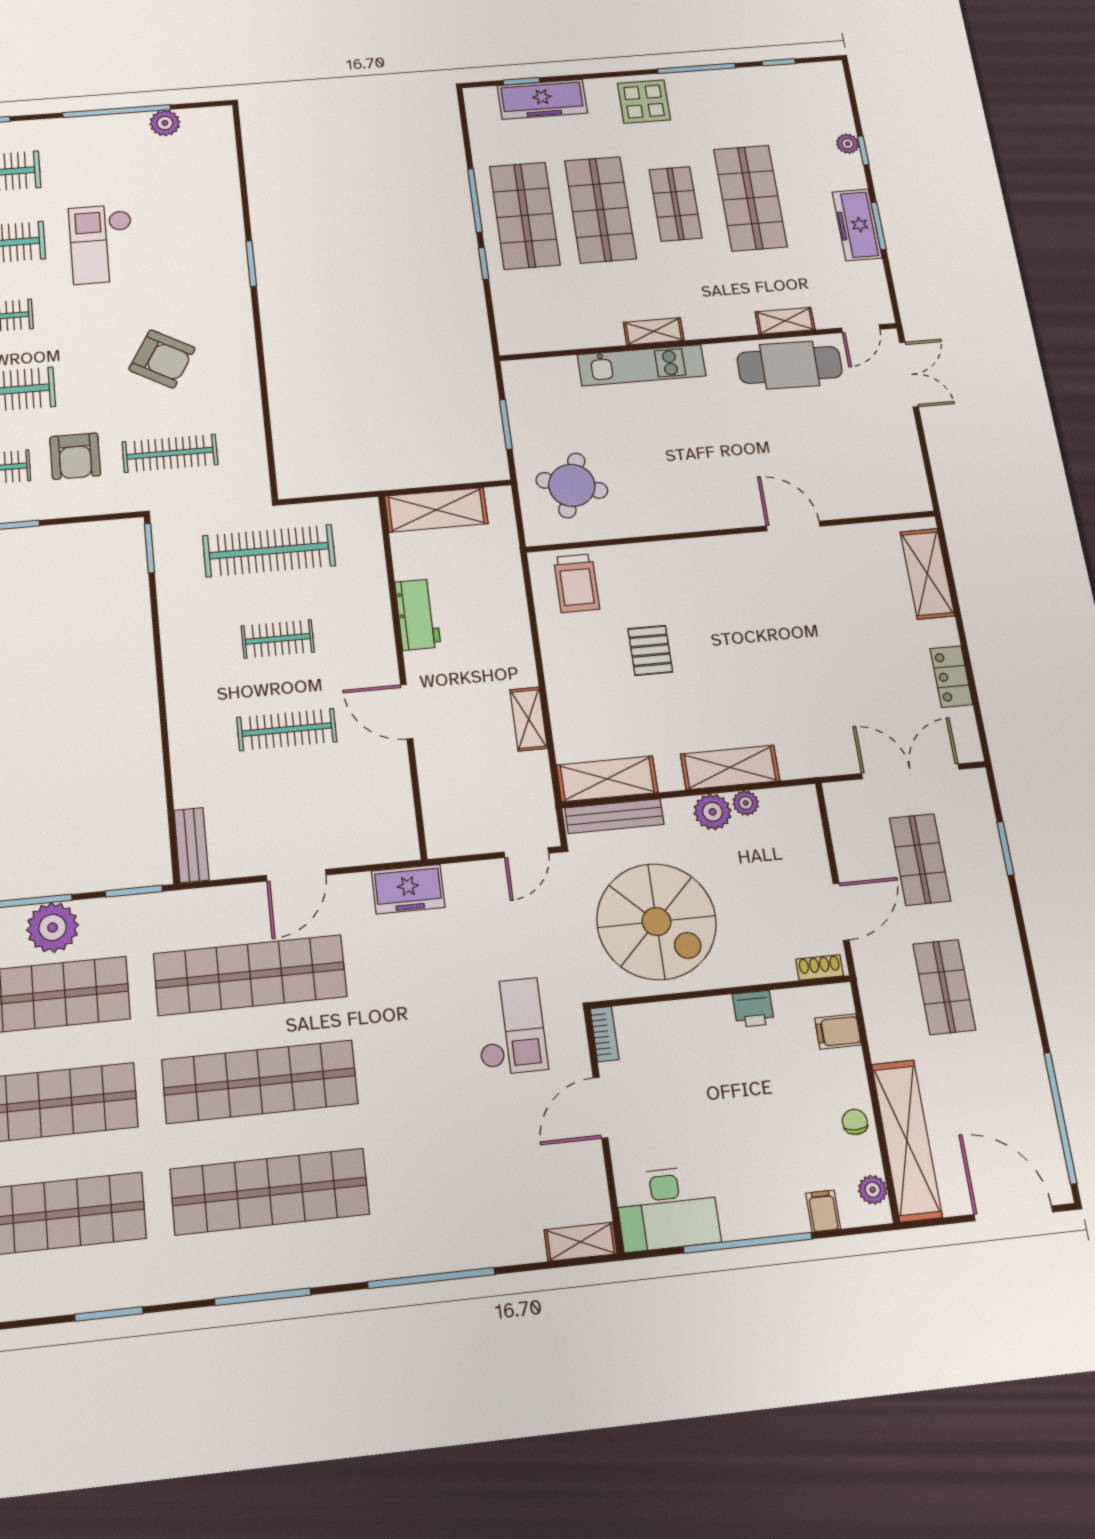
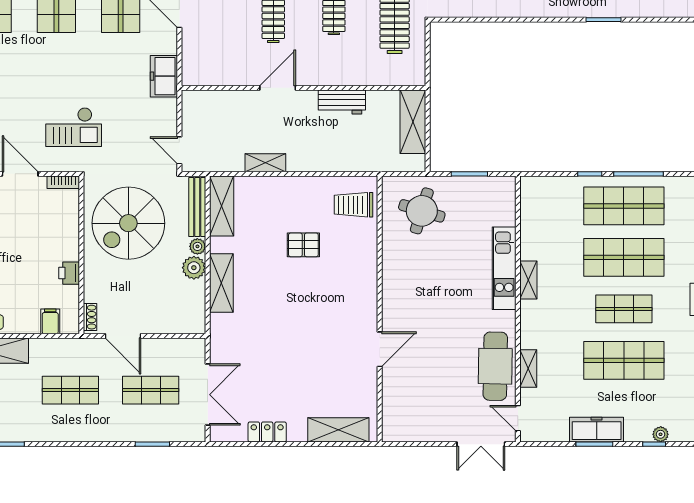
plant: (746, 803) -> (197, 246), moved

